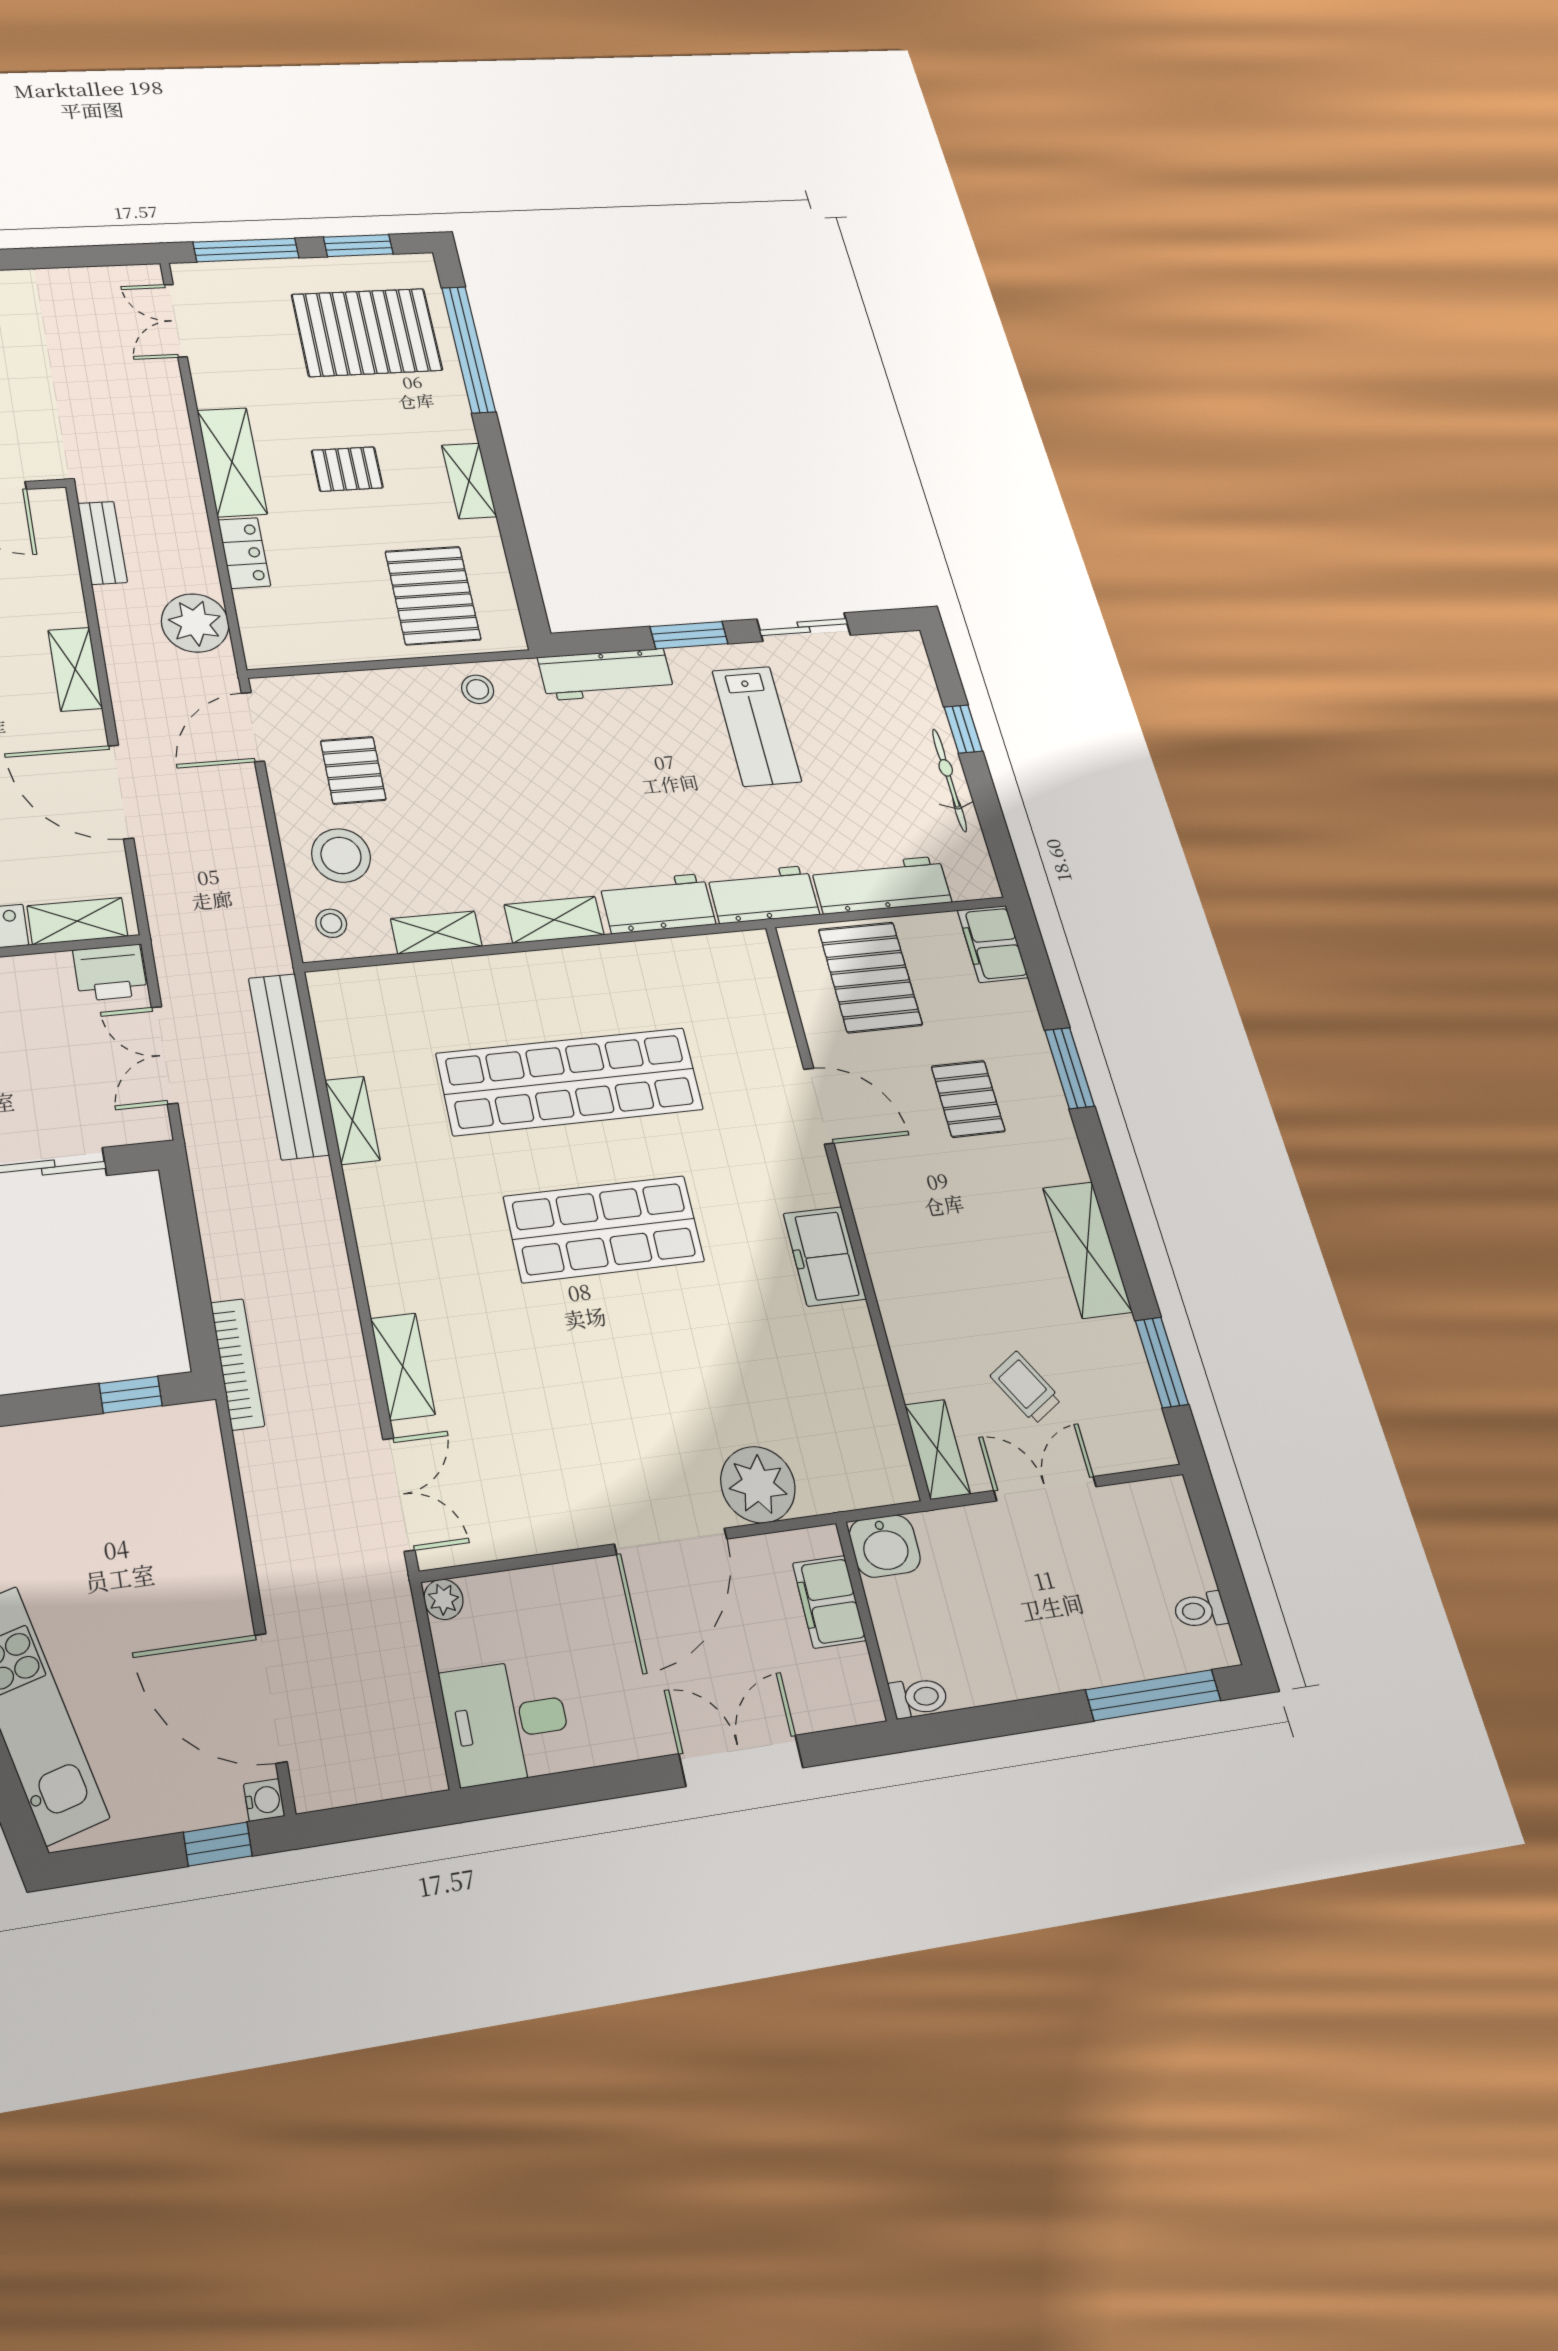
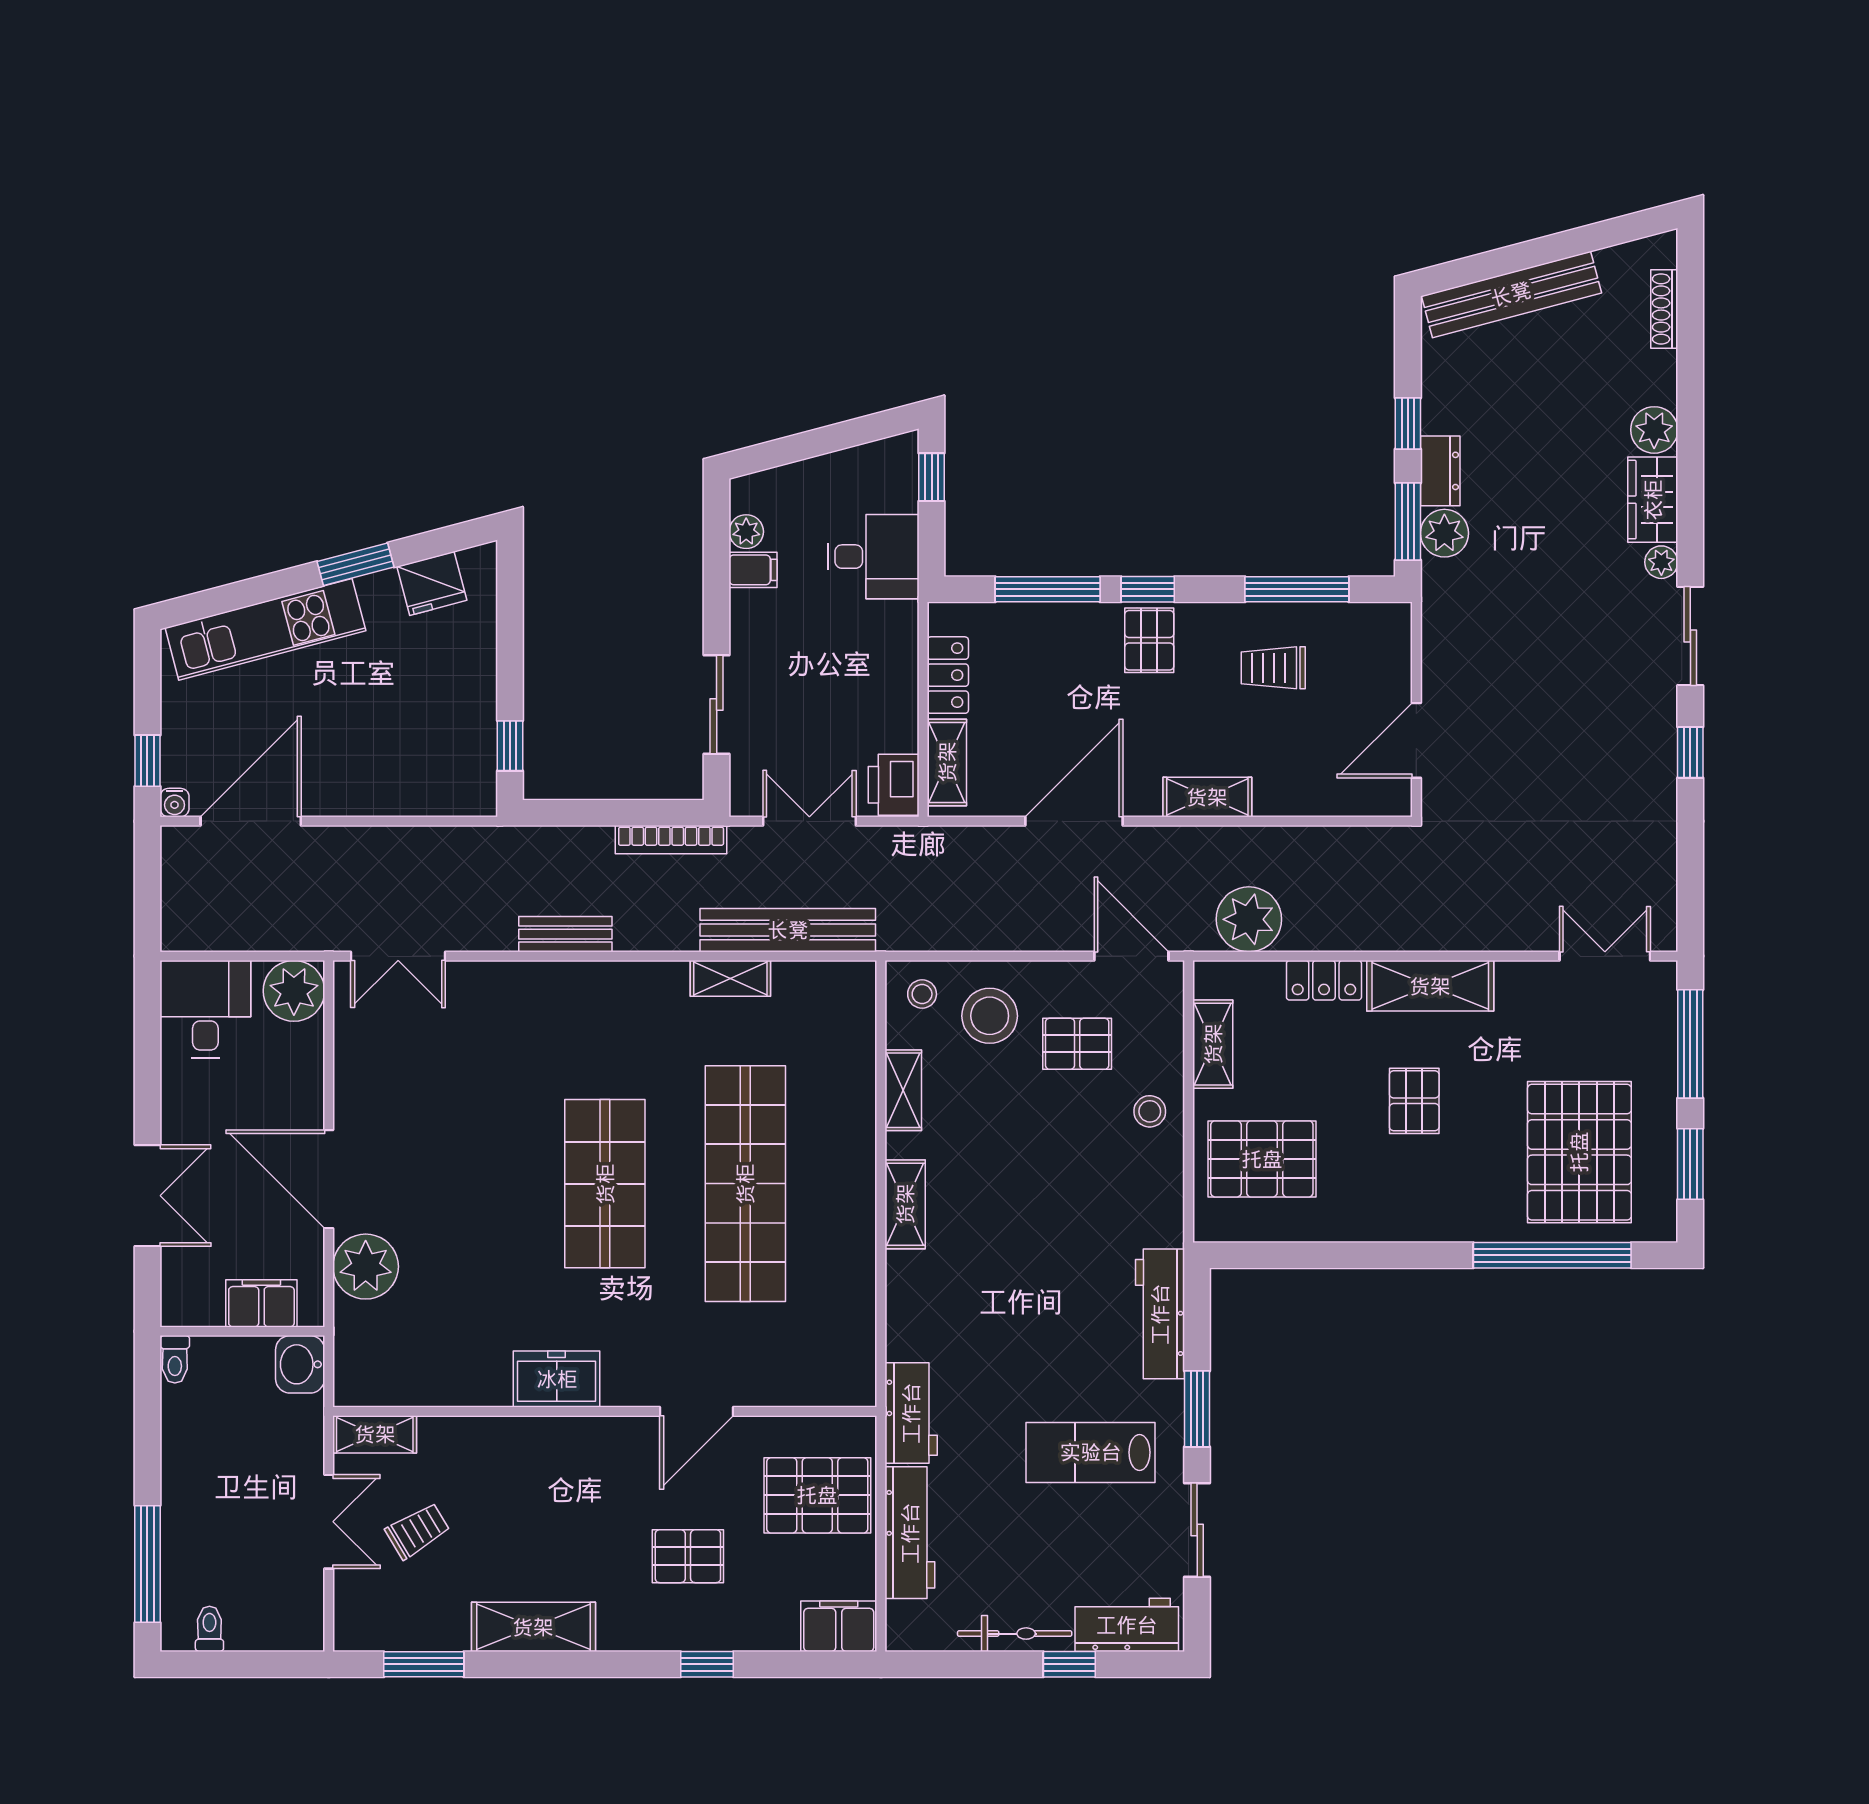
shelving: (469, 481) -> (1213, 1044), moved, turned 90
bench: (102, 543) -> (565, 934), moved
stool: (478, 689) -> (1150, 1111), moved
workbench: (658, 904) -> (1127, 1625), moved, turned -90
window: (1069, 1068) -> (707, 1664), width x0.67
bookcase: (237, 1364) -> (671, 840), moved
shelving: (403, 1366) -> (505, 980), removed
plant: (443, 1599) -> (294, 991), width x1.88, depth x1.88

